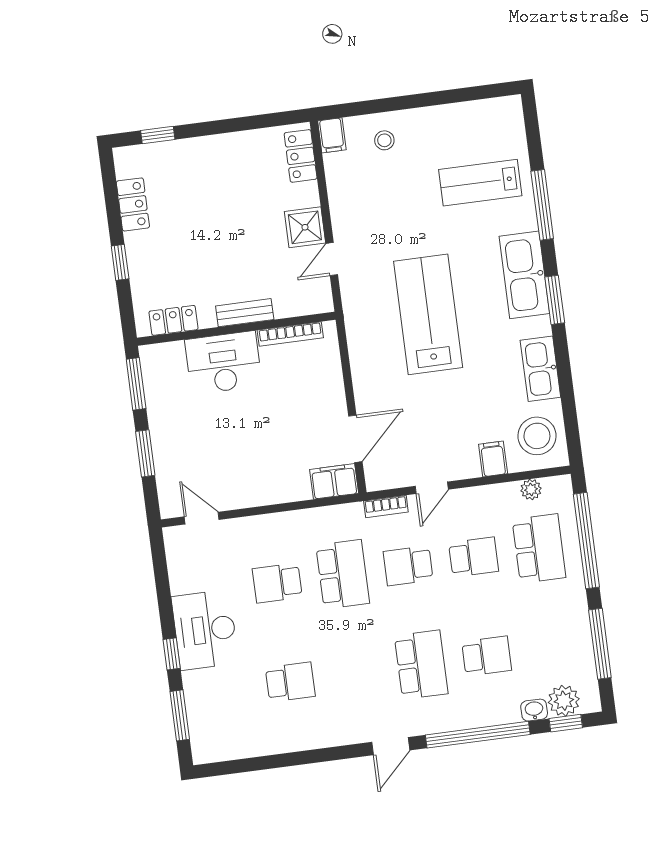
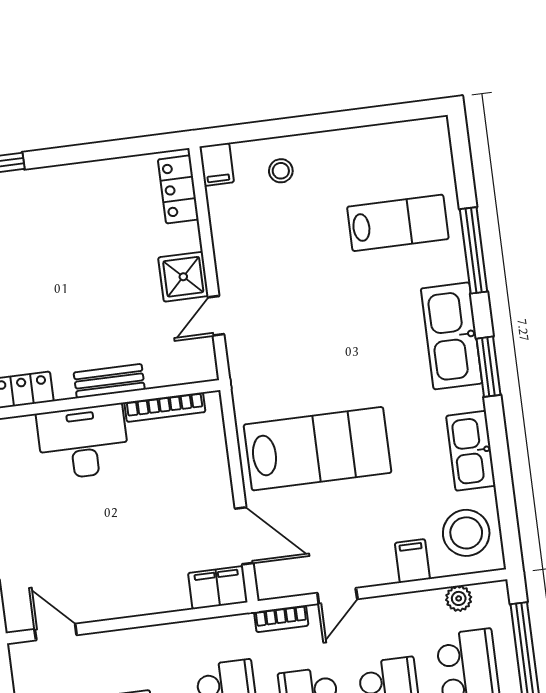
lab bench: (480, 183) -> (398, 223), turned 180
lab bench: (428, 314) -> (317, 449), moved, turned 90
door: (355, 439) -> (244, 536), hinge flipped

